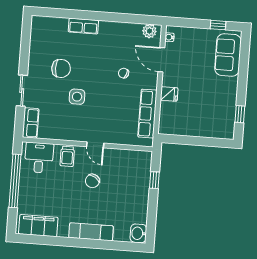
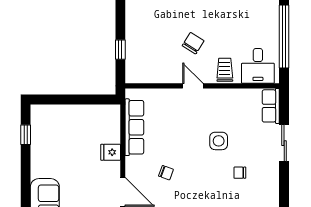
chair: (61, 68) -> (240, 173), width x0.54, depth x0.54

